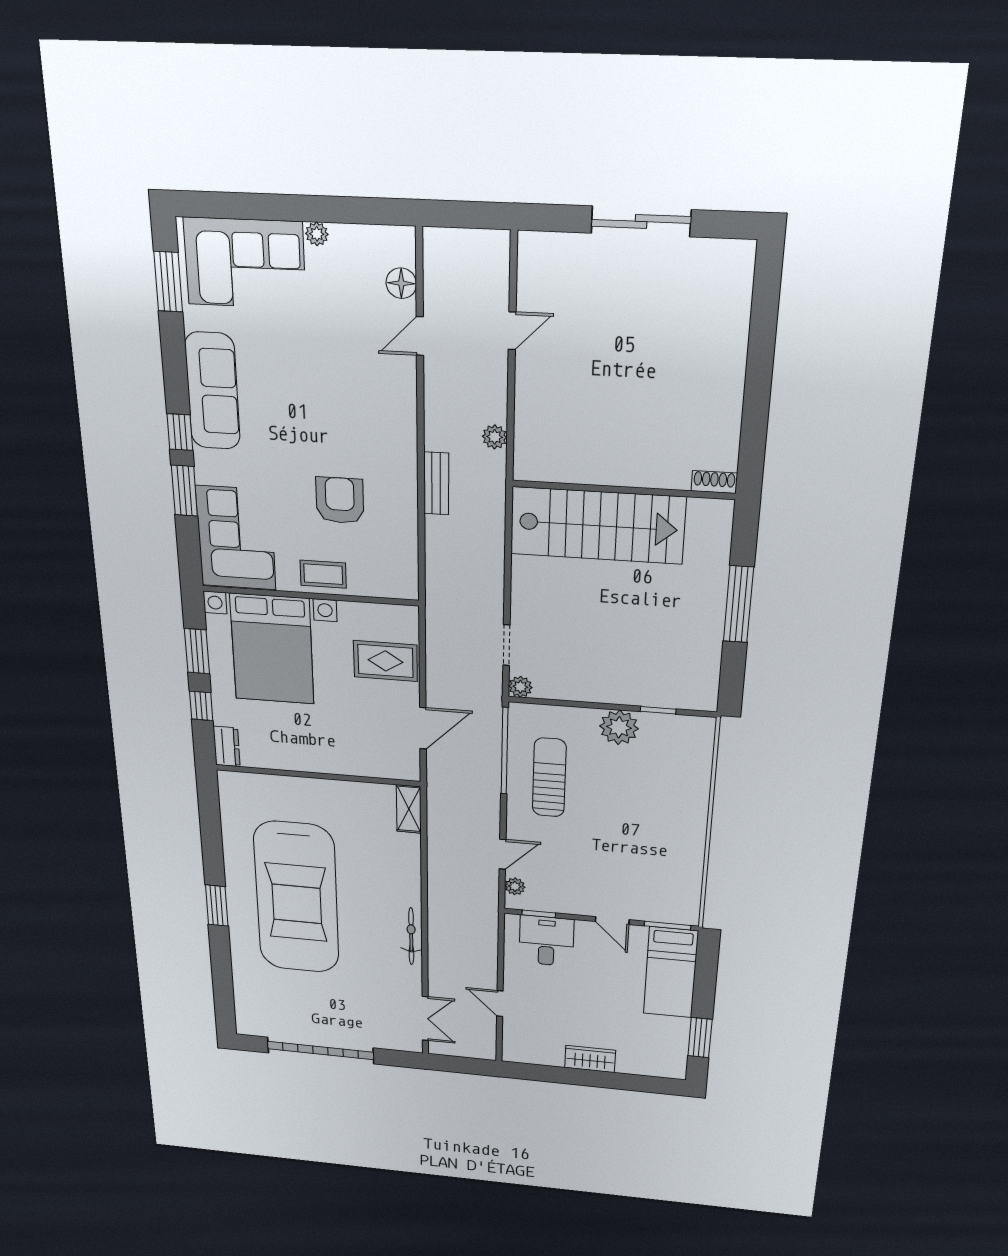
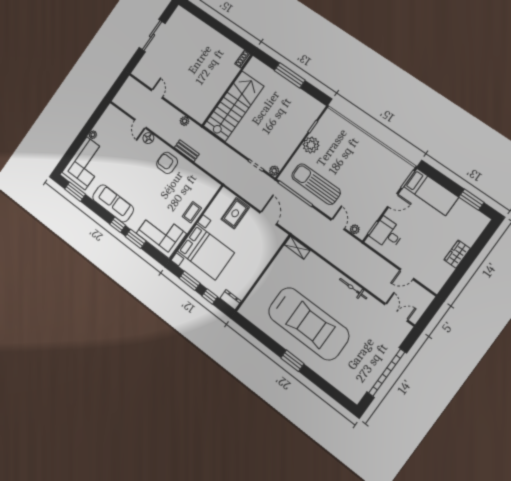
floor lamp: (401, 283) -> (148, 138), moved
armchair: (340, 500) -> (167, 163), moved
sun lounger: (549, 778) -> (316, 184), width x1.36, depth x1.34

